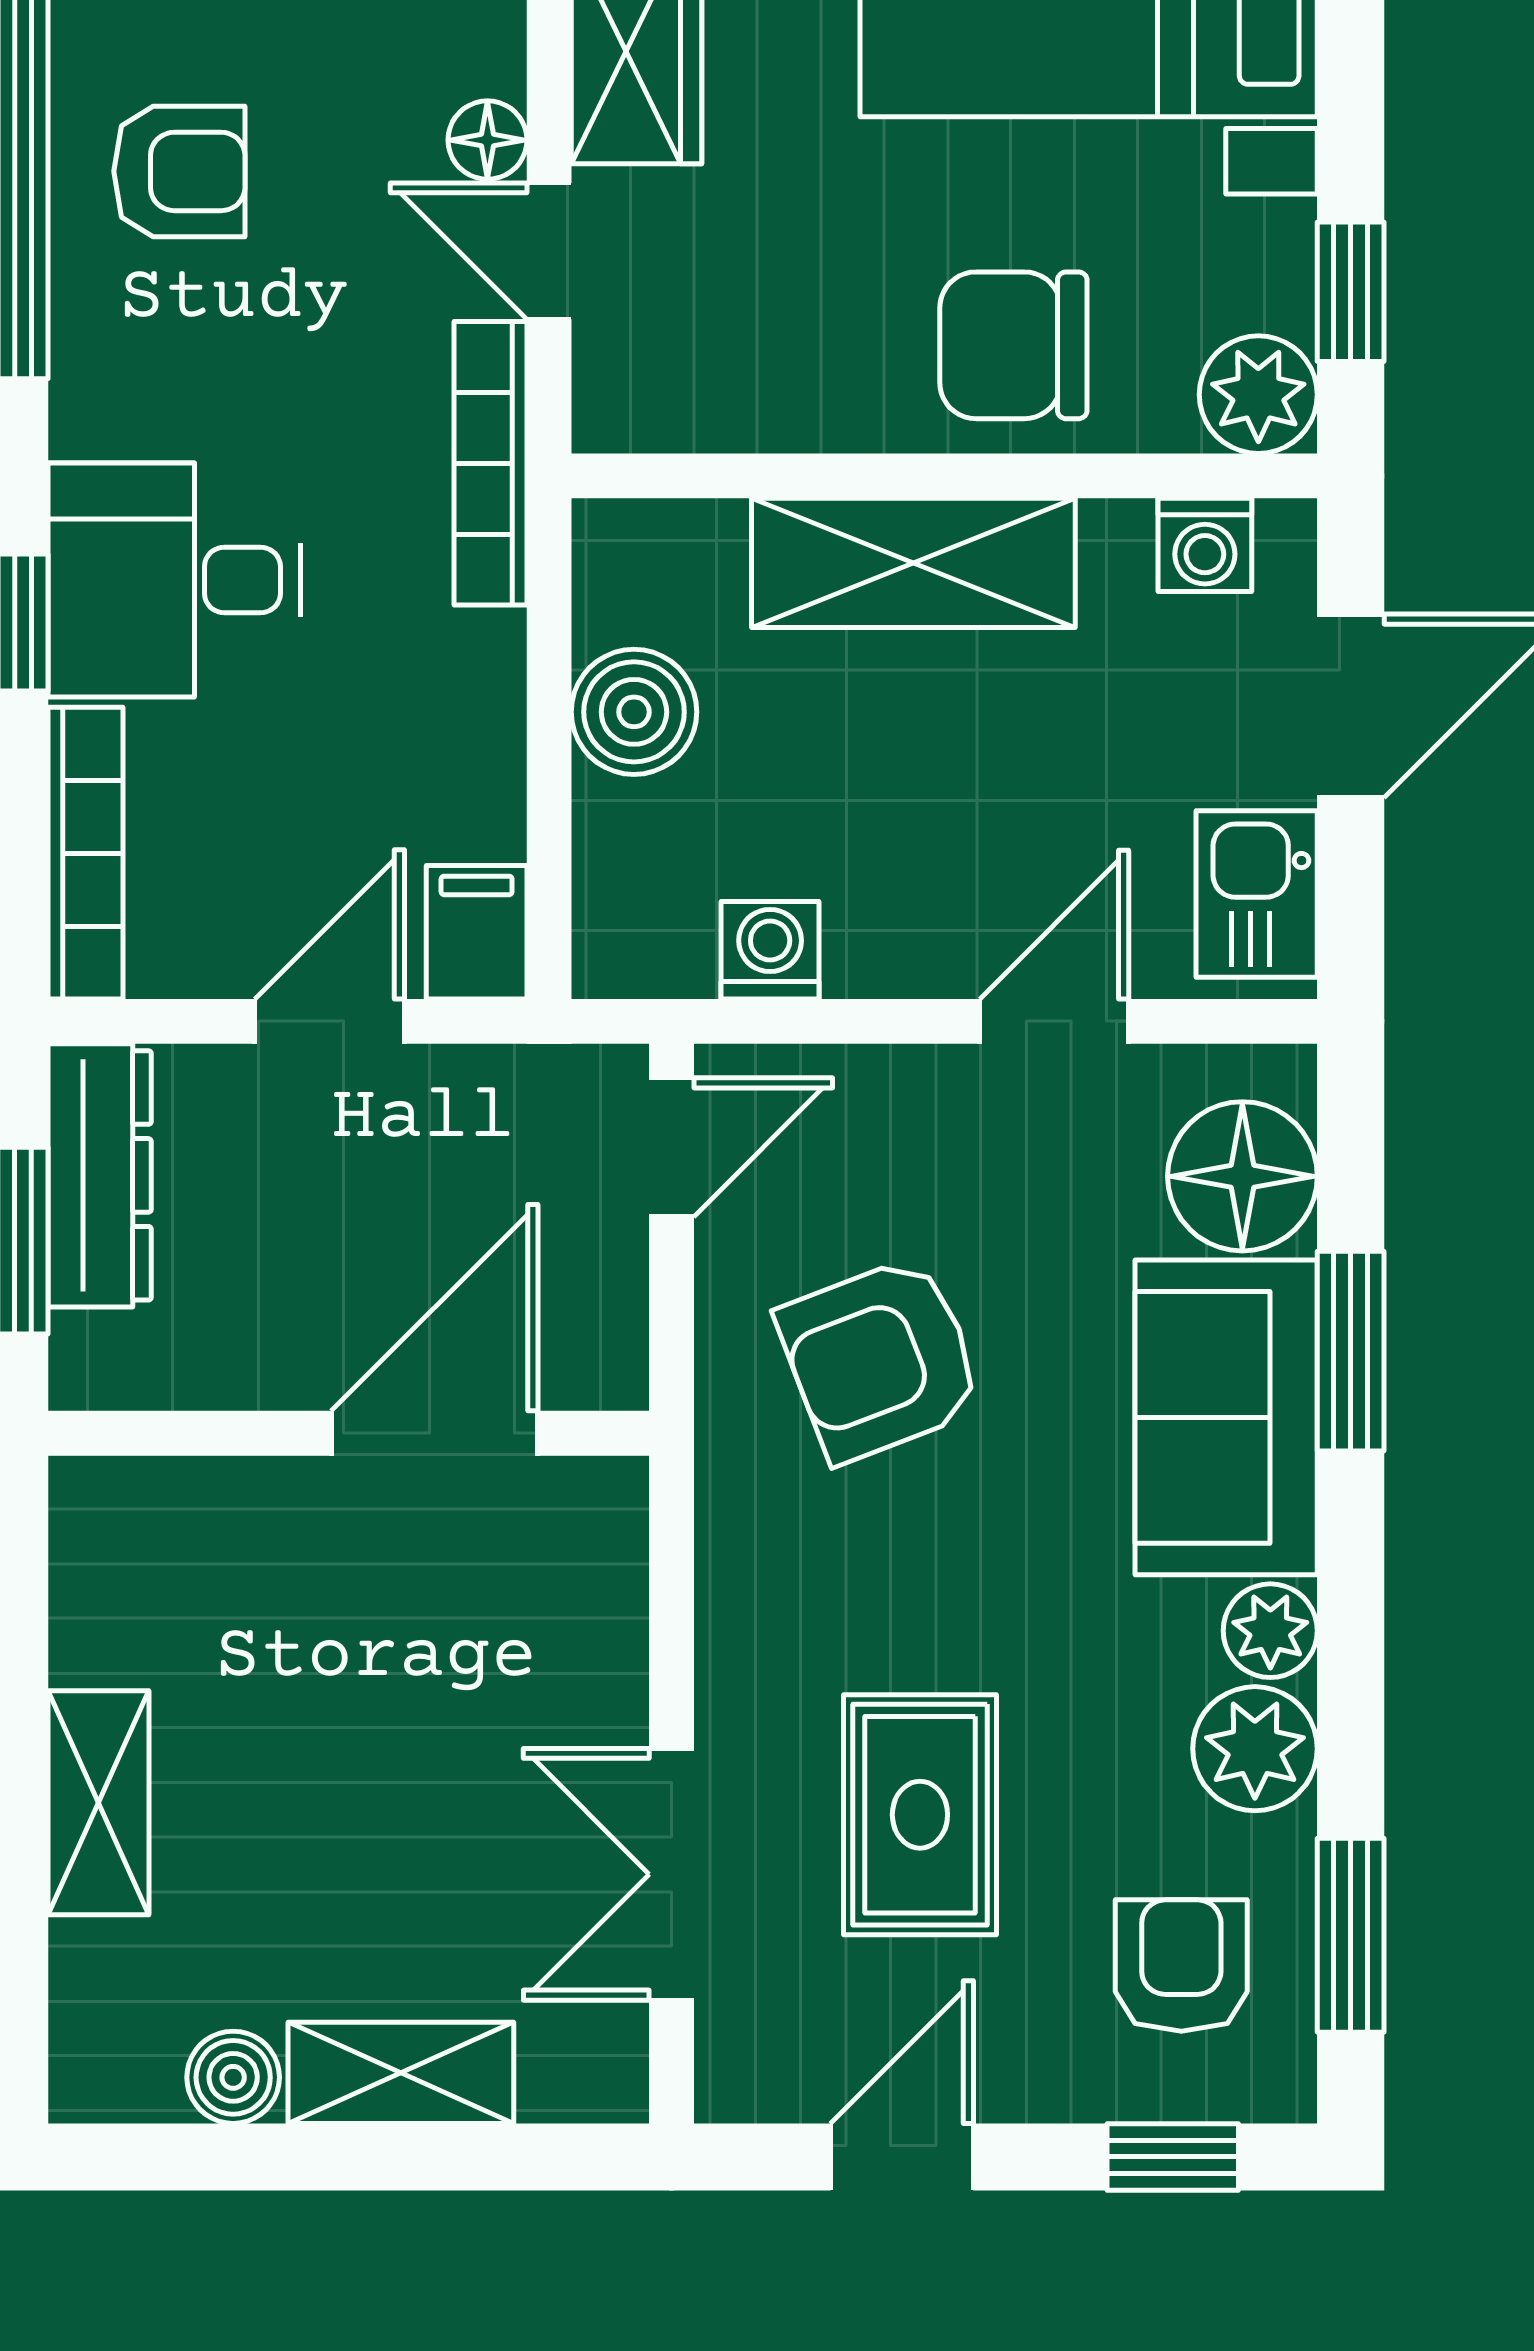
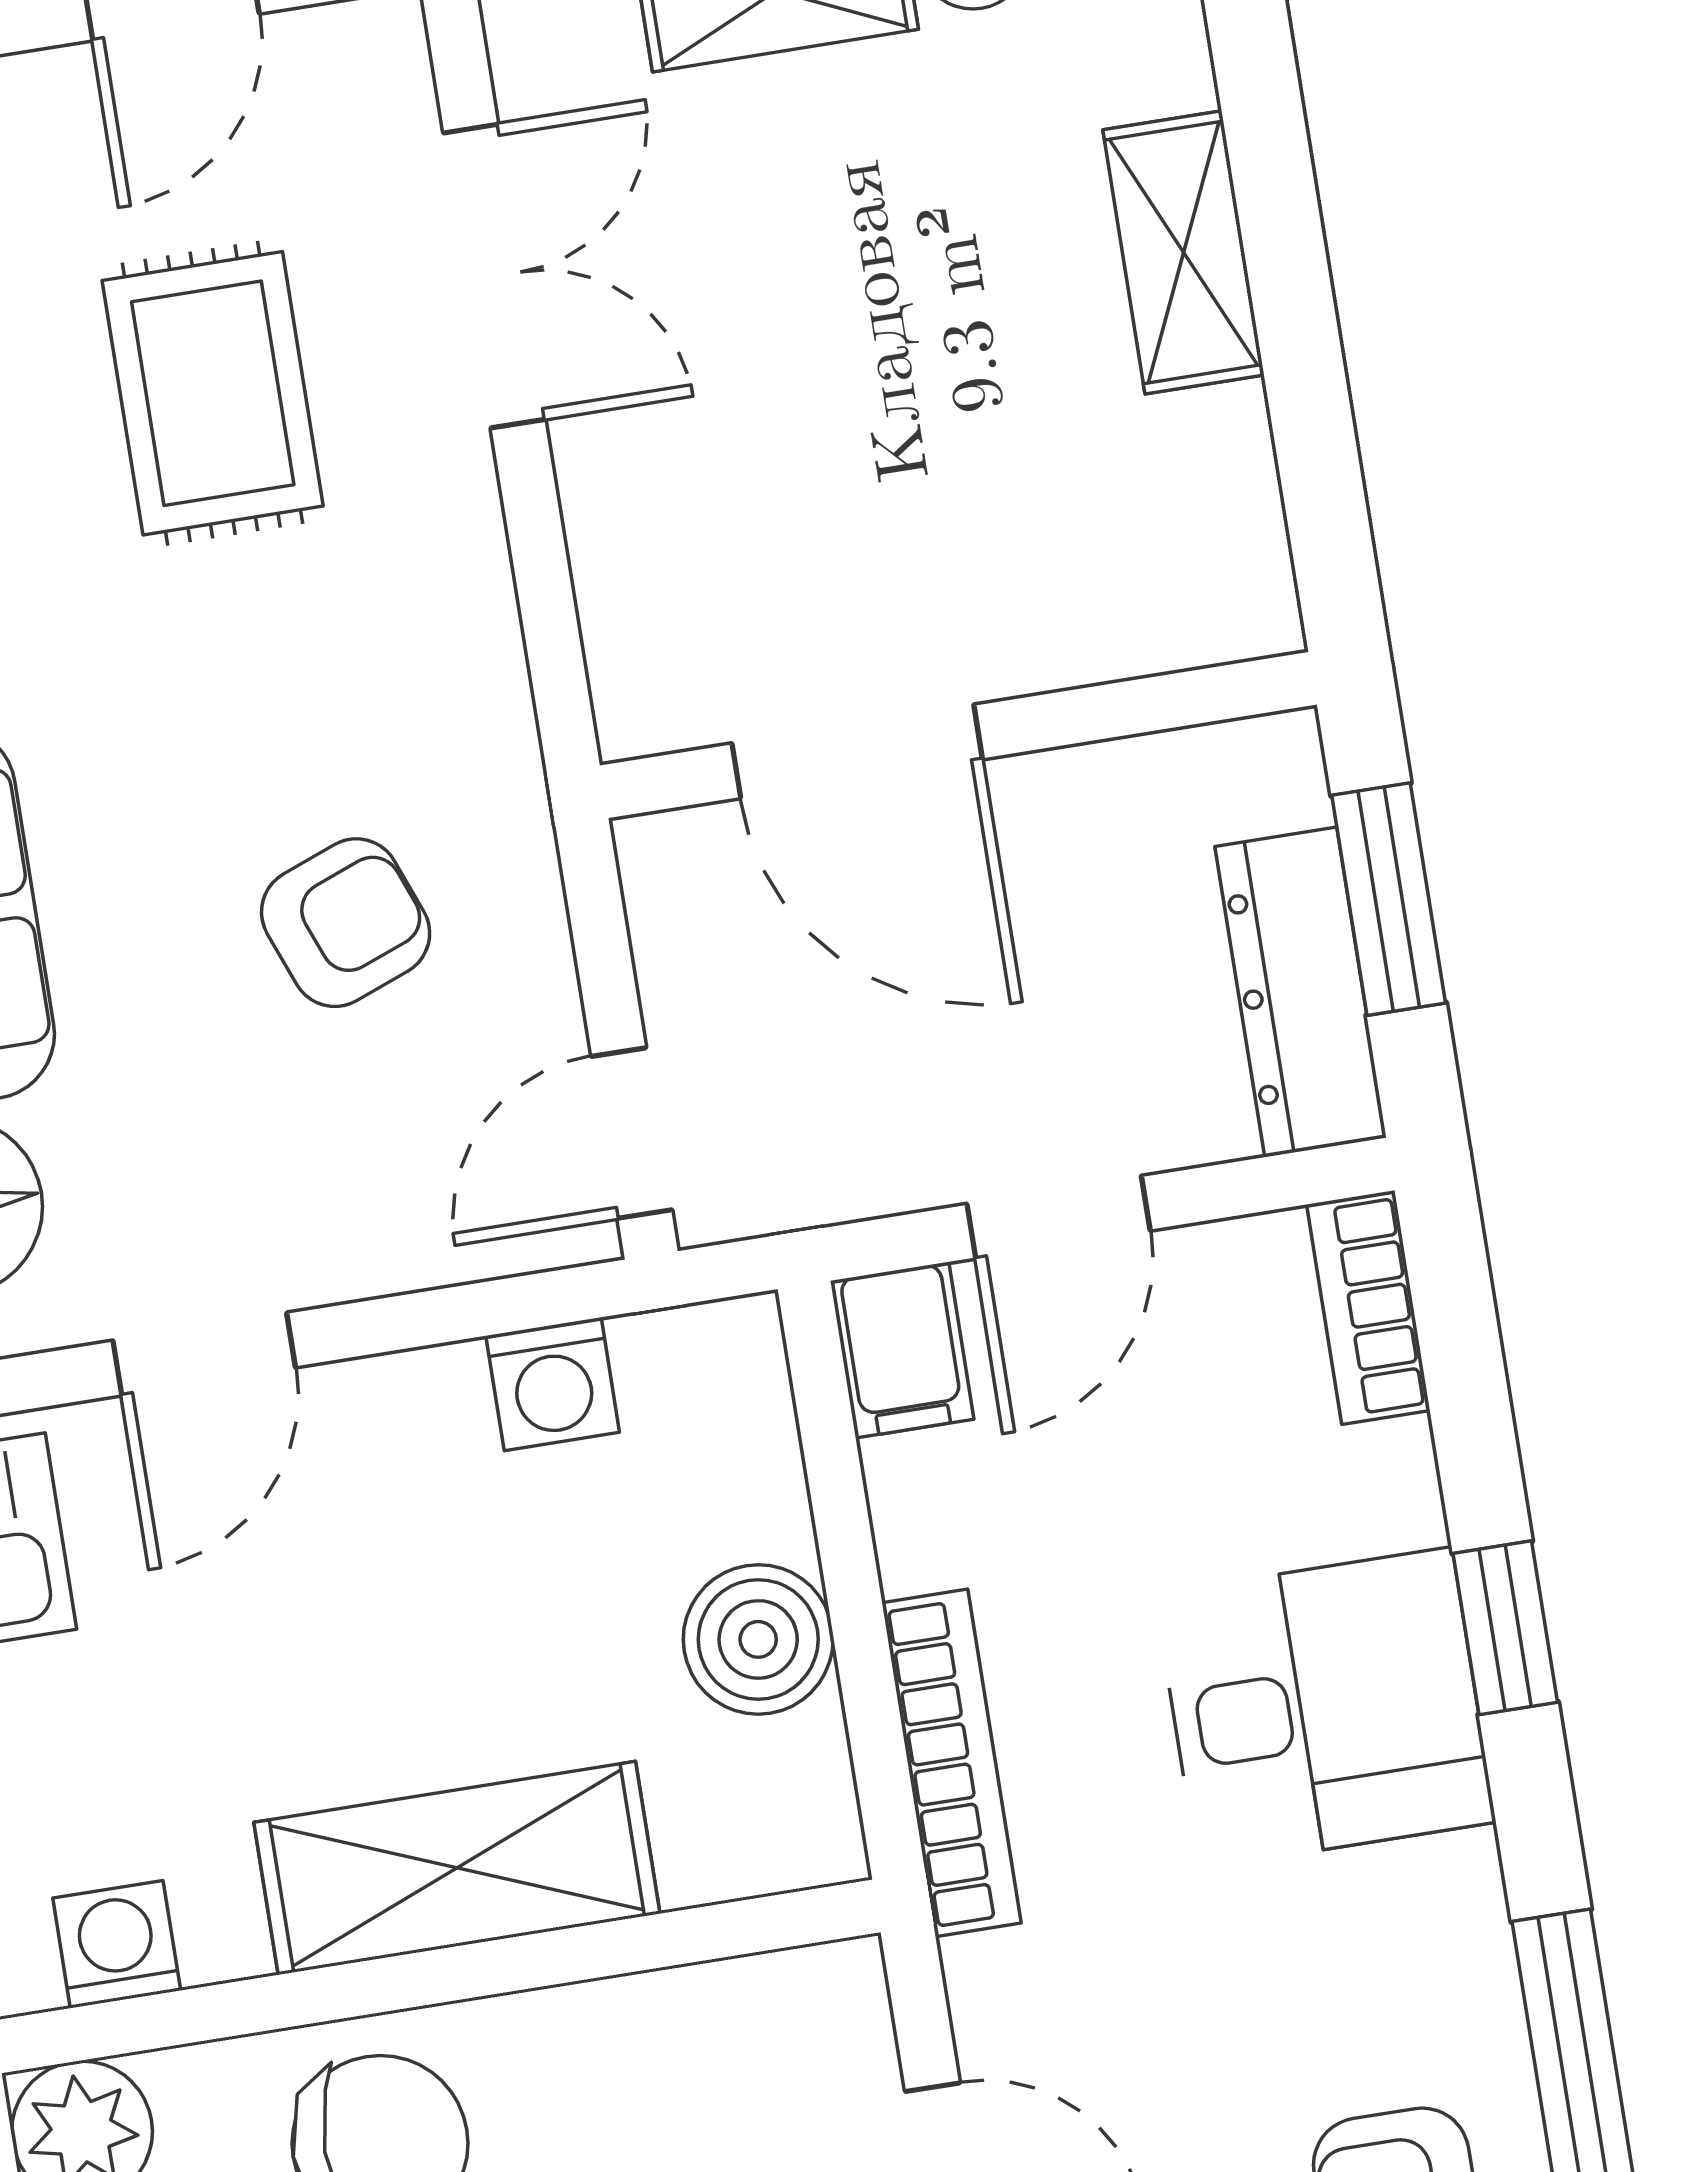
bookcase: (490, 463) -> (952, 1763), moved
bookcase: (85, 853) -> (1368, 1307), width x0.64
armchair: (880, 1359) -> (346, 923), width x0.72, depth x0.72
door: (434, 1433) -> (857, 751), hinge flipped

